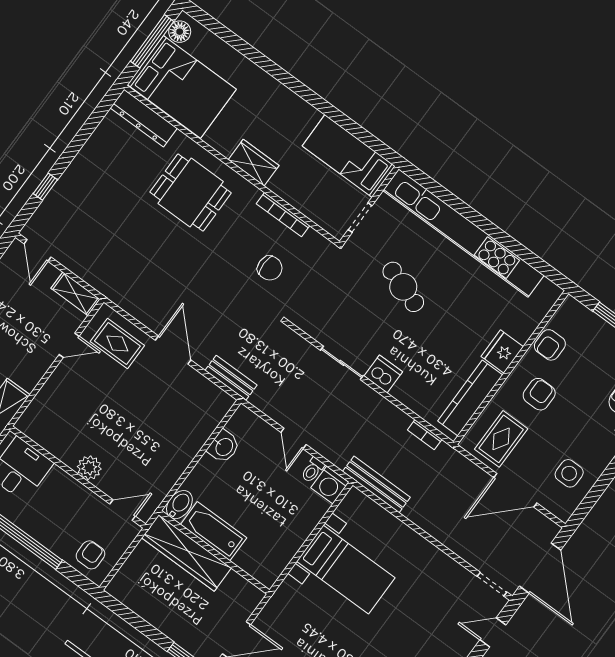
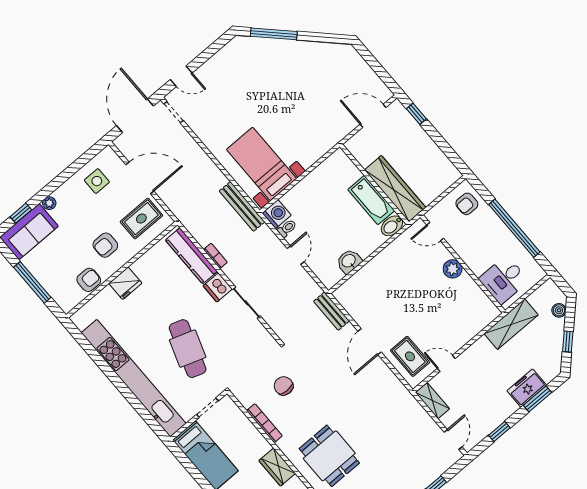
cafe table: (403, 287) -> (188, 349), width x1.37, depth x1.35
kitchen counter: (470, 398) -> (191, 256), moved, turned 90
bookcase: (425, 435) -> (215, 256), moved
bed with nightstands: (346, 570) -> (262, 164), moved

